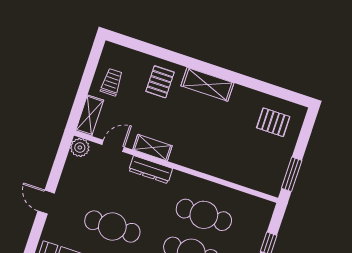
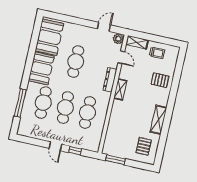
shelving: (207, 84) -> (158, 120), moved
shelving: (152, 148) -> (120, 89), moved
door: (46, 202) -> (104, 27), moved

